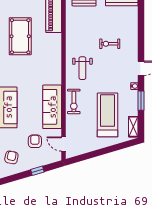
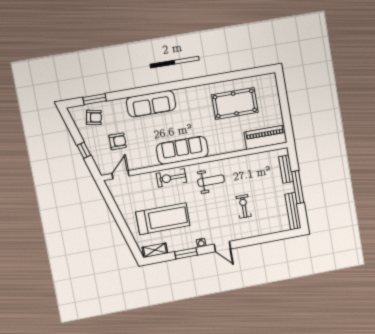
weight bench: (82, 68) -> (211, 181), turned 180
sofa: (52, 107) -> (182, 150), moved

